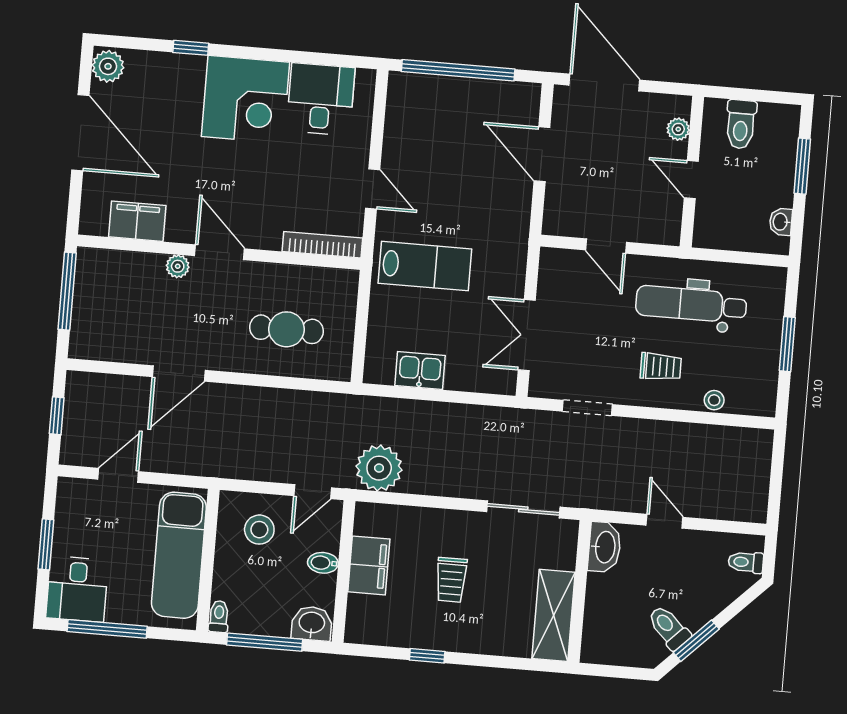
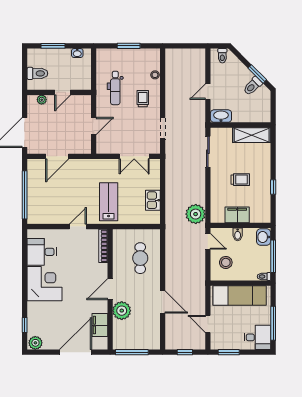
window: (191, 48) -> (25, 325), moved
door: (80, 133) -> (76, 352), moved
plant: (178, 266) -> (122, 311), width x1.88, depth x1.88
dental chair: (691, 304) -> (115, 88), width x0.73, depth x0.72
window: (46, 544) -> (229, 352), moved

